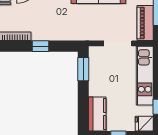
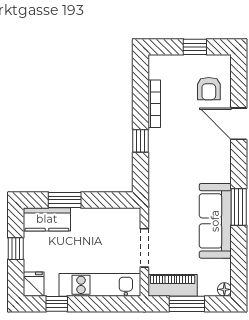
window: (83, 69) -> (65, 200), moved

